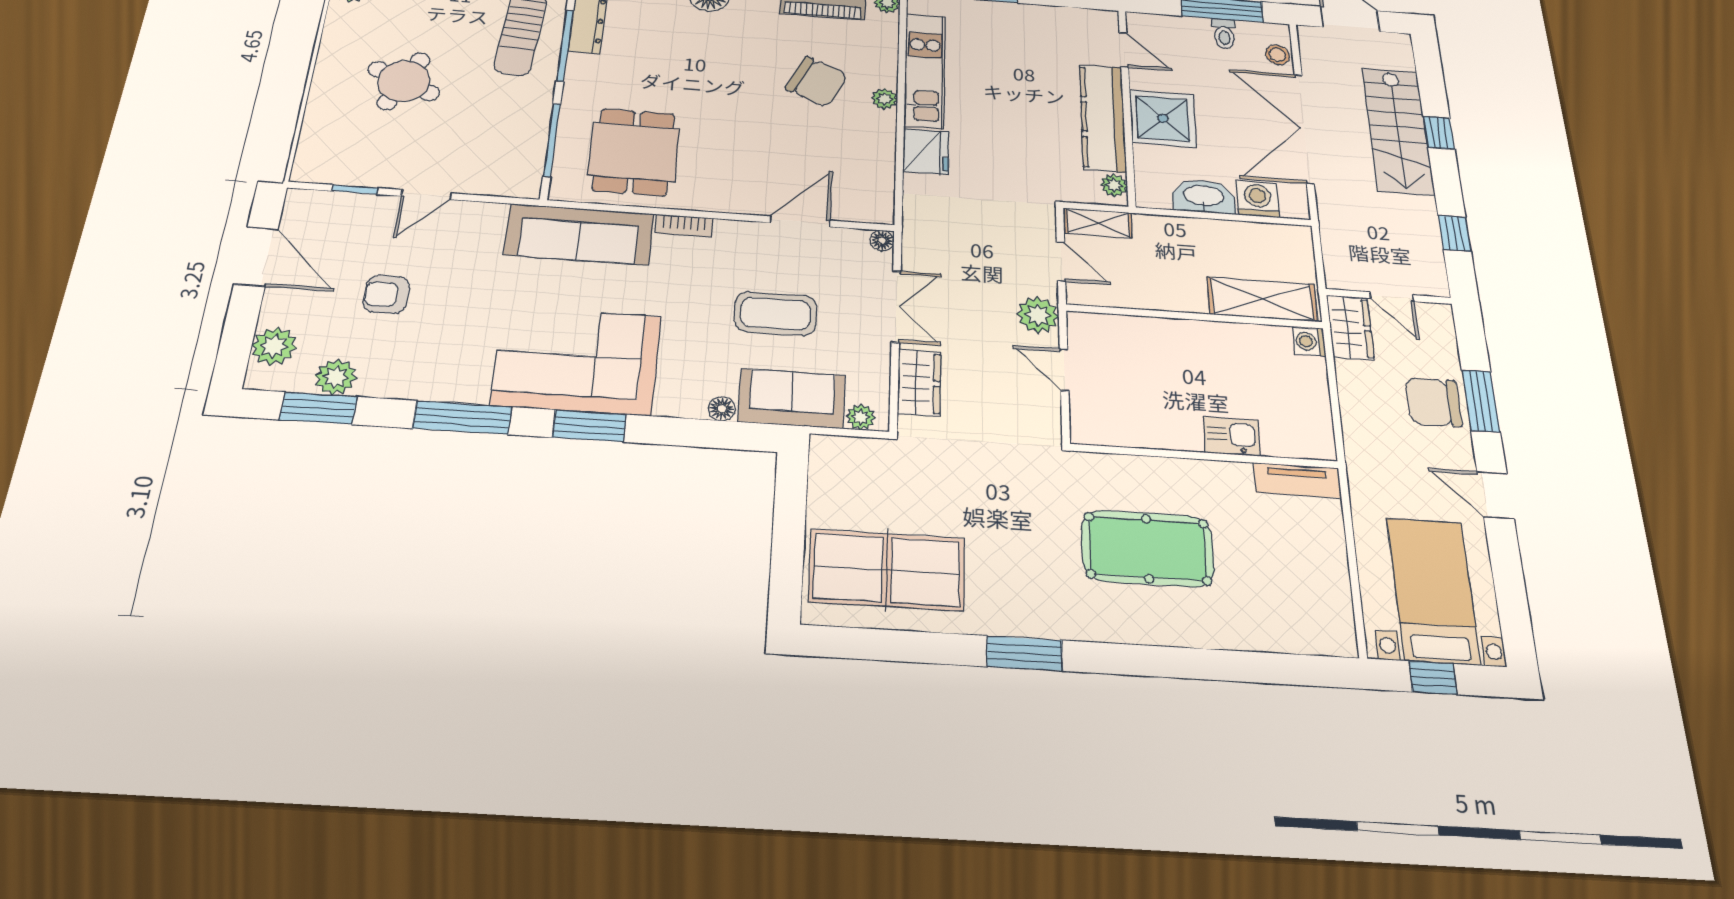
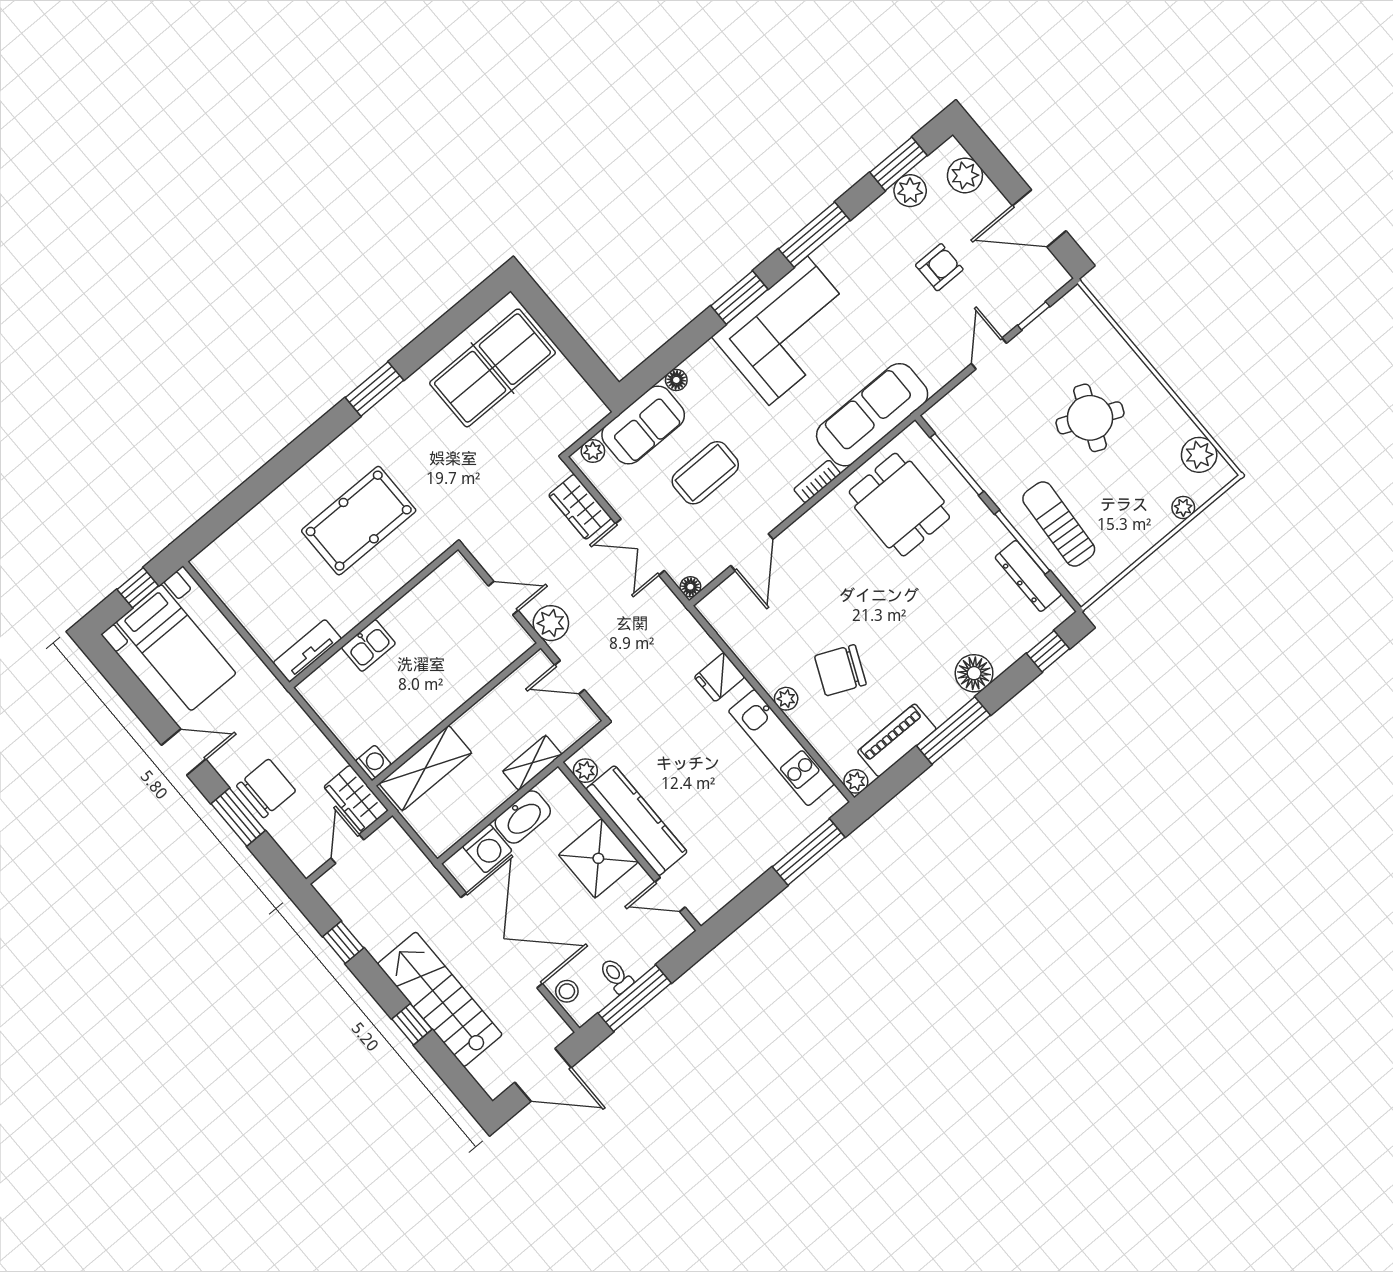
fridge: (926, 152) -> (719, 677), width x0.72
shelving: (1098, 223) -> (532, 763), moved
door: (1392, 297) -> (347, 849), hinge flipped

